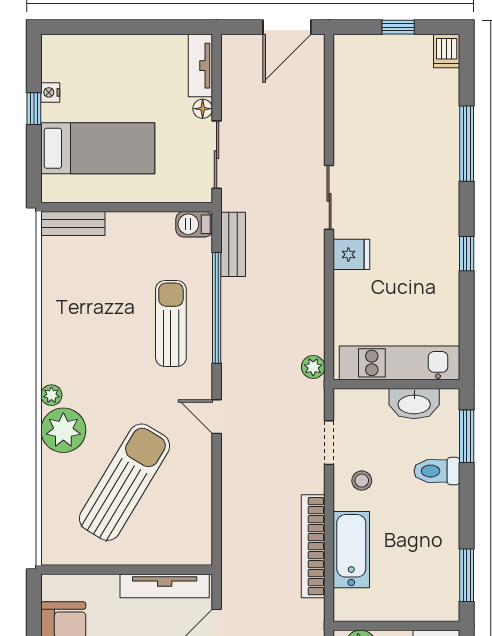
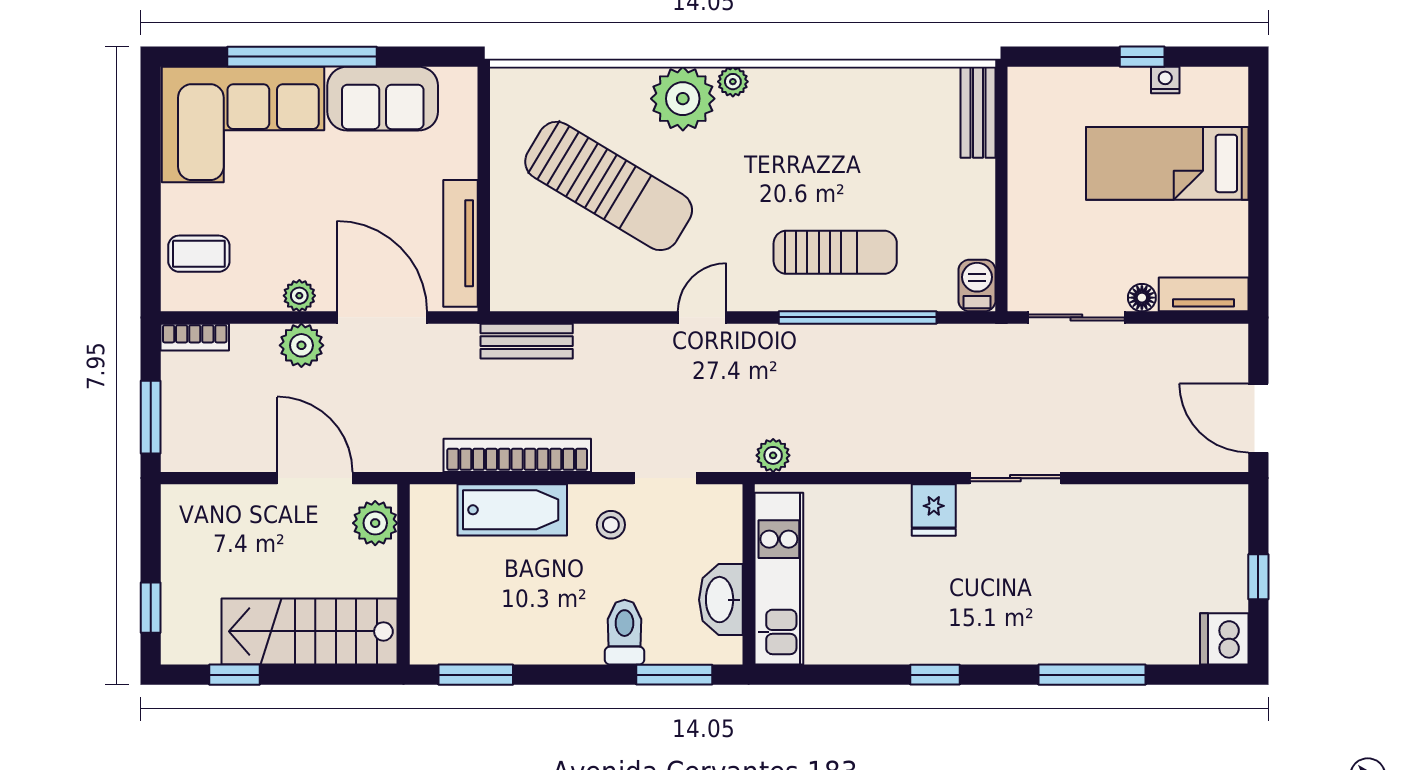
dishwasher: (447, 51) -> (1224, 639), width x1.38
bed: (98, 148) -> (1167, 163), moved, turned 90
bench: (233, 244) -> (527, 341), moved

